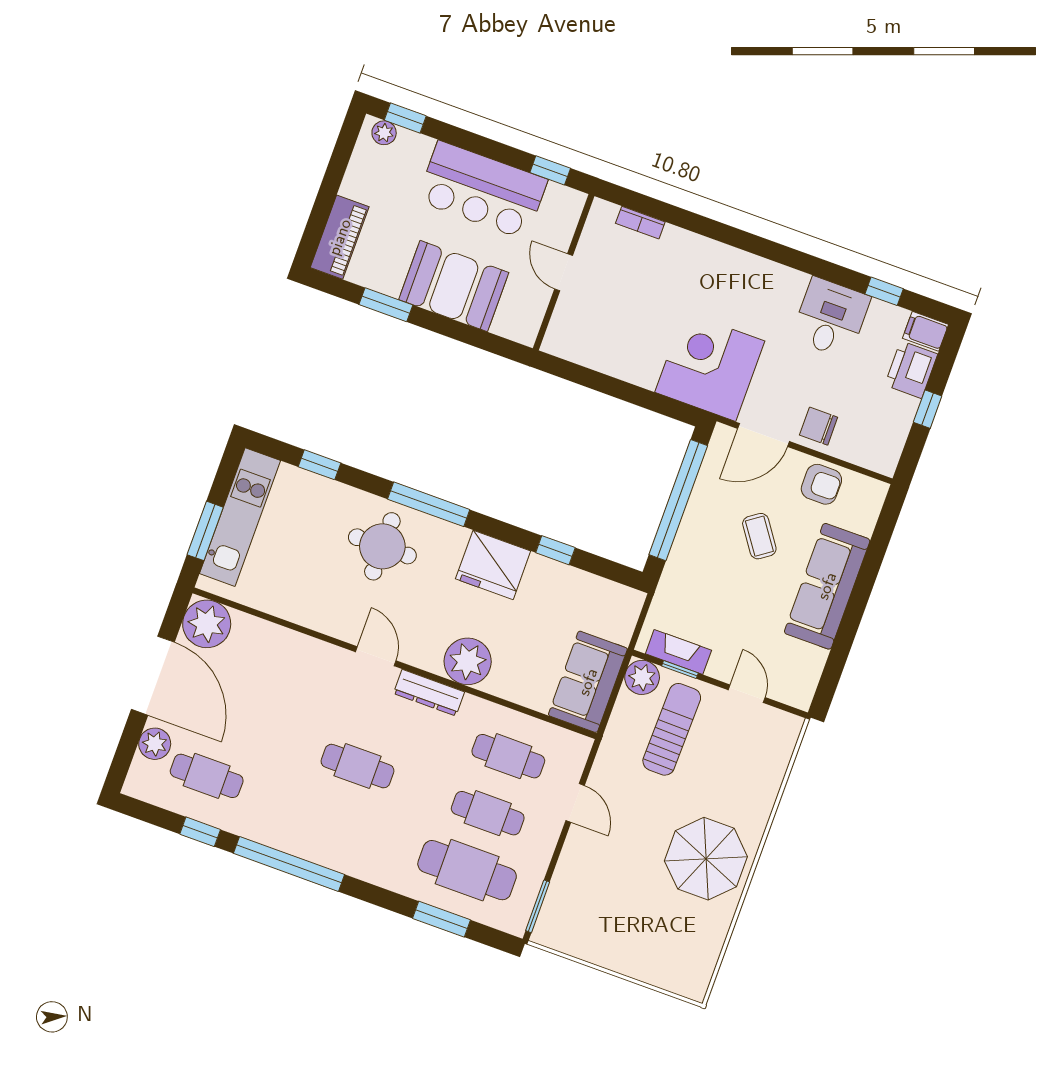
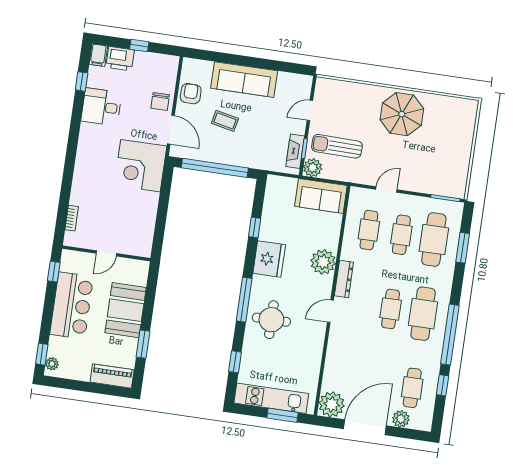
coffee table: (759, 536) -> (225, 121), turned 47
cafe table: (337, 823) -> (423, 314), added

